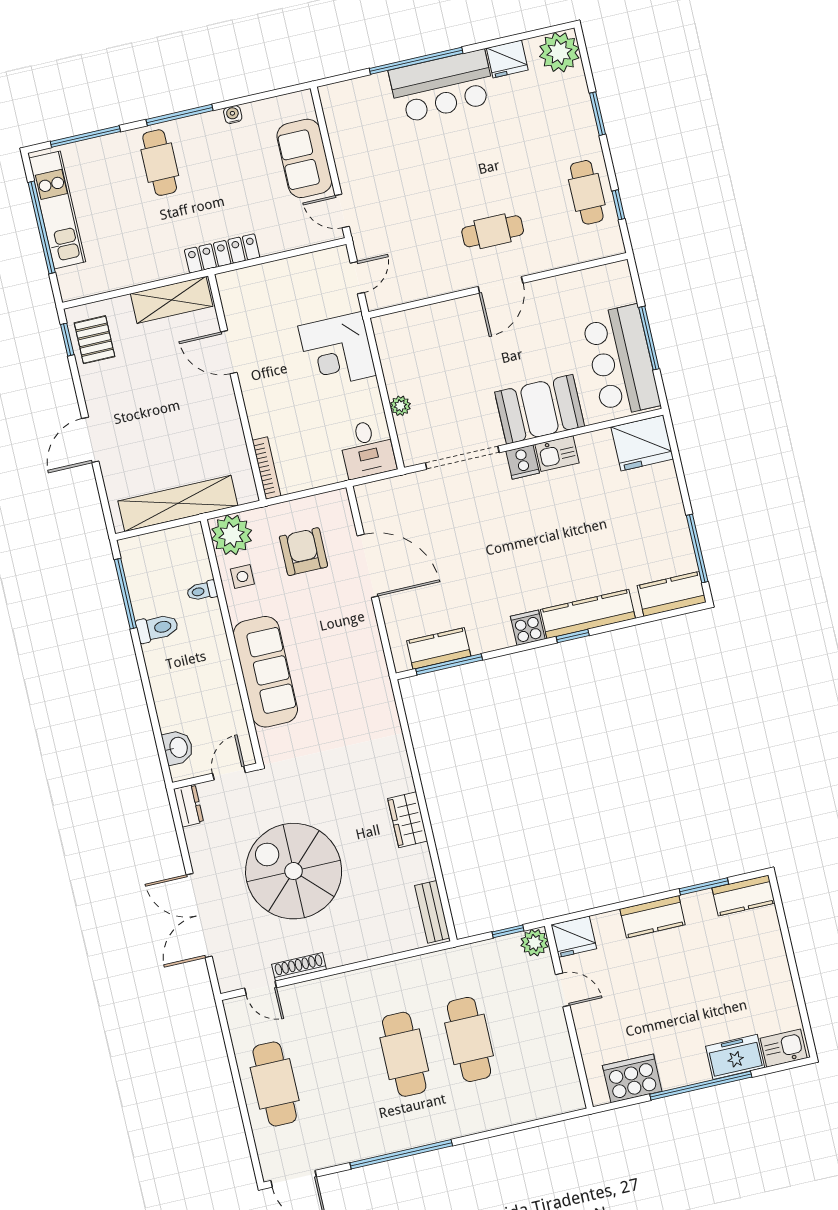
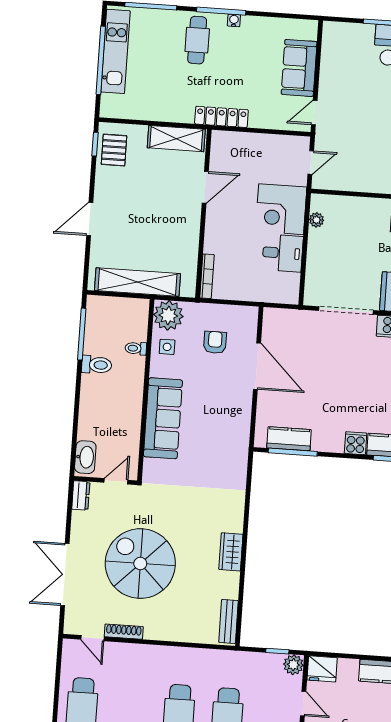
water cooler: (233, 115) -> (234, 20), moved
door: (342, 211) -> (314, 113), hinge flipped
door: (229, 352) -> (205, 187), swing flipped
plant: (400, 406) -> (317, 220), moved
desk: (367, 449) -> (283, 253), moved, turned -90
armchair: (303, 552) -> (215, 342), width x0.72, depth x0.72
washbasin: (178, 747) -> (85, 457), width x1.38

